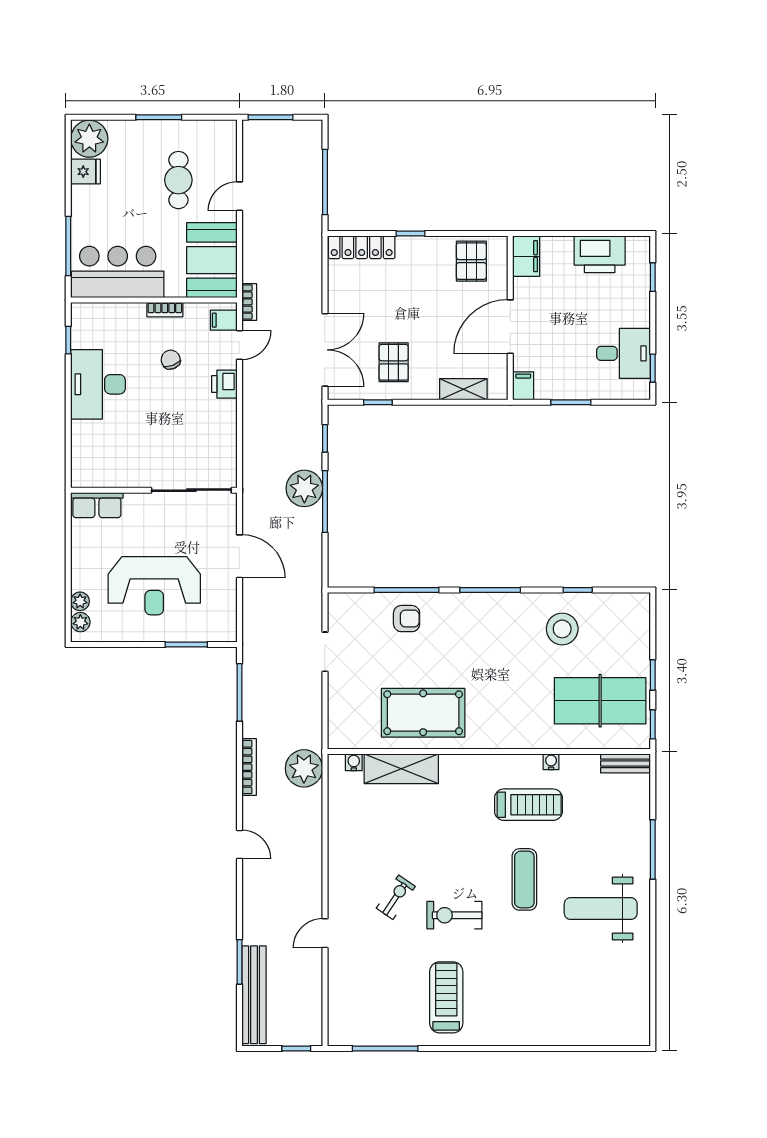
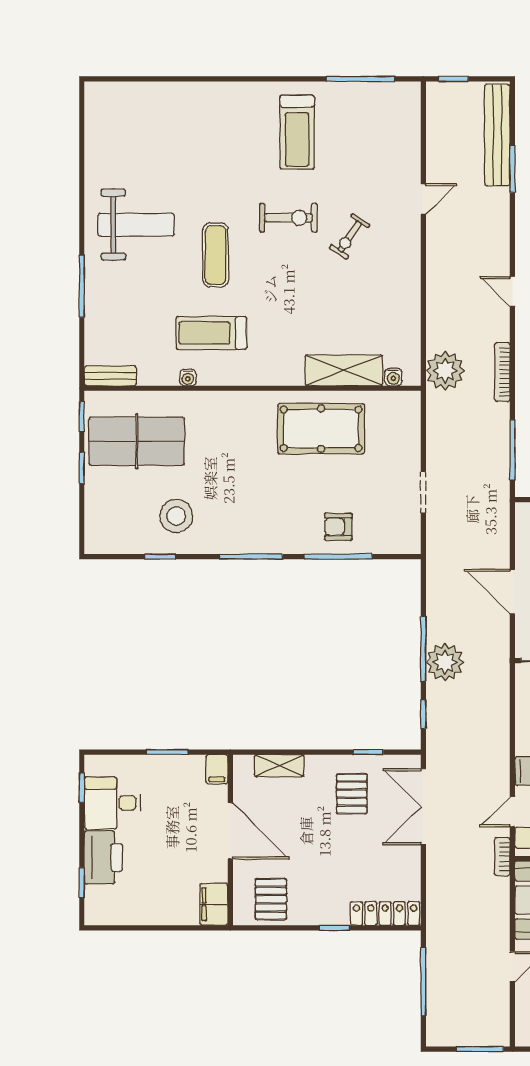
printer: (600, 254) -> (103, 858), moved, turned 90
door: (510, 327) -> (230, 831), hinge flipped

